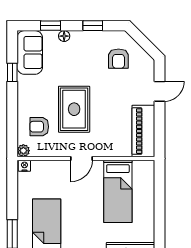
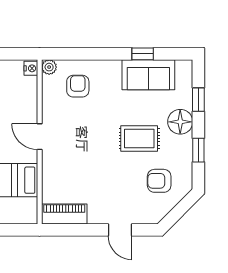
floor lamp: (64, 36) -> (180, 122), width x1.89, depth x1.89
sofa: (30, 52) -> (148, 75), moved
rug: (74, 109) -> (139, 139), moved, width x0.73, depth x0.70
piano: (143, 131) -> (64, 214), width x0.73, depth x0.75

